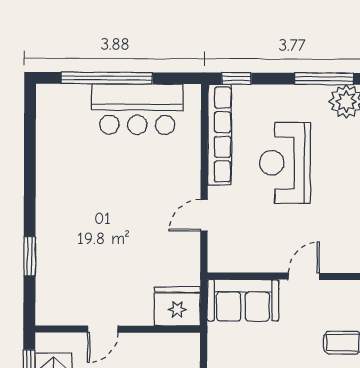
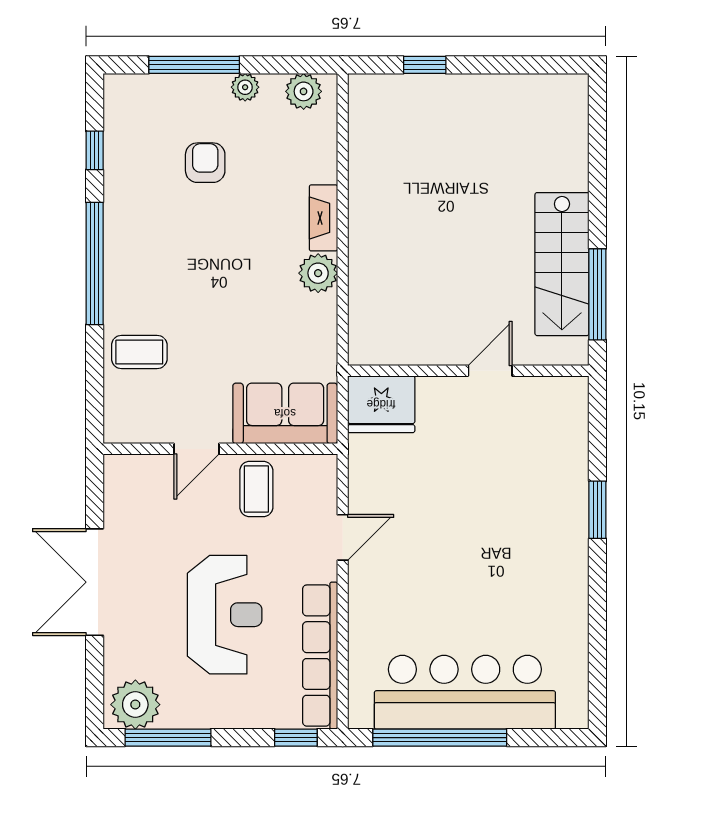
window: (107, 78) -> (440, 738), moved
bar counter: (137, 109) -> (465, 692), width x1.36
coffee table: (263, 249) -> (256, 489), added
window: (30, 256) -> (597, 510), moved

